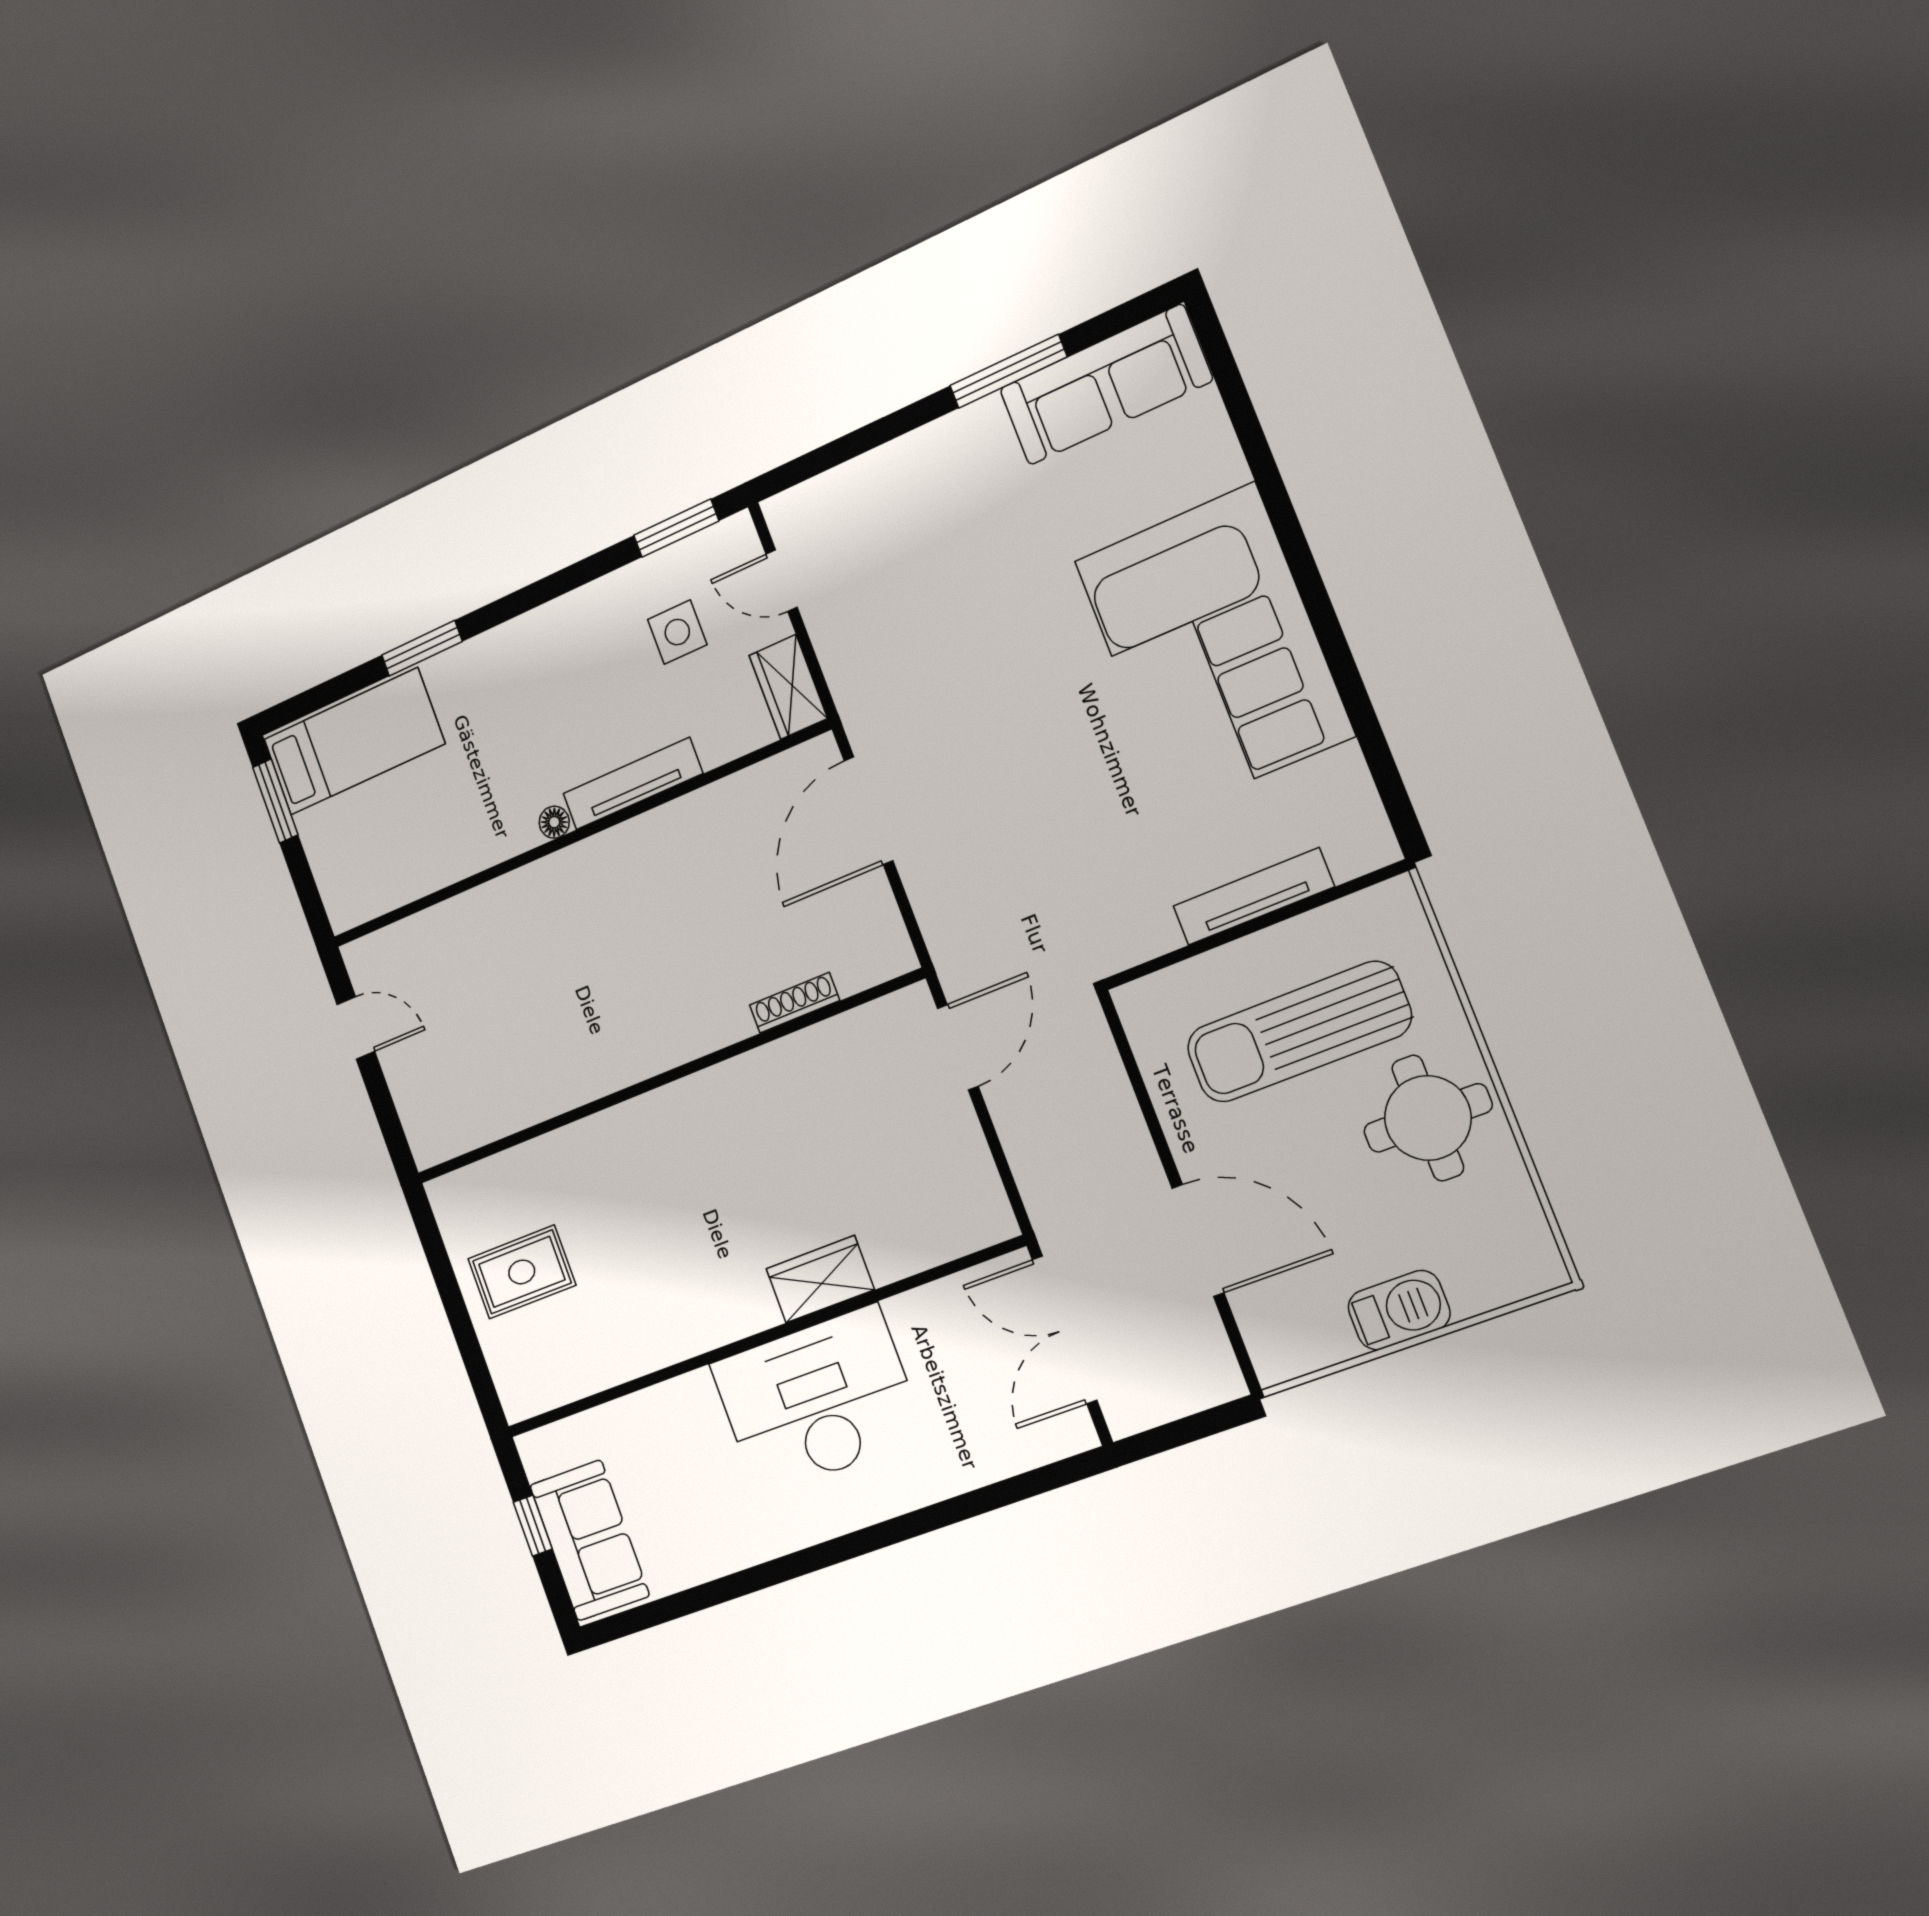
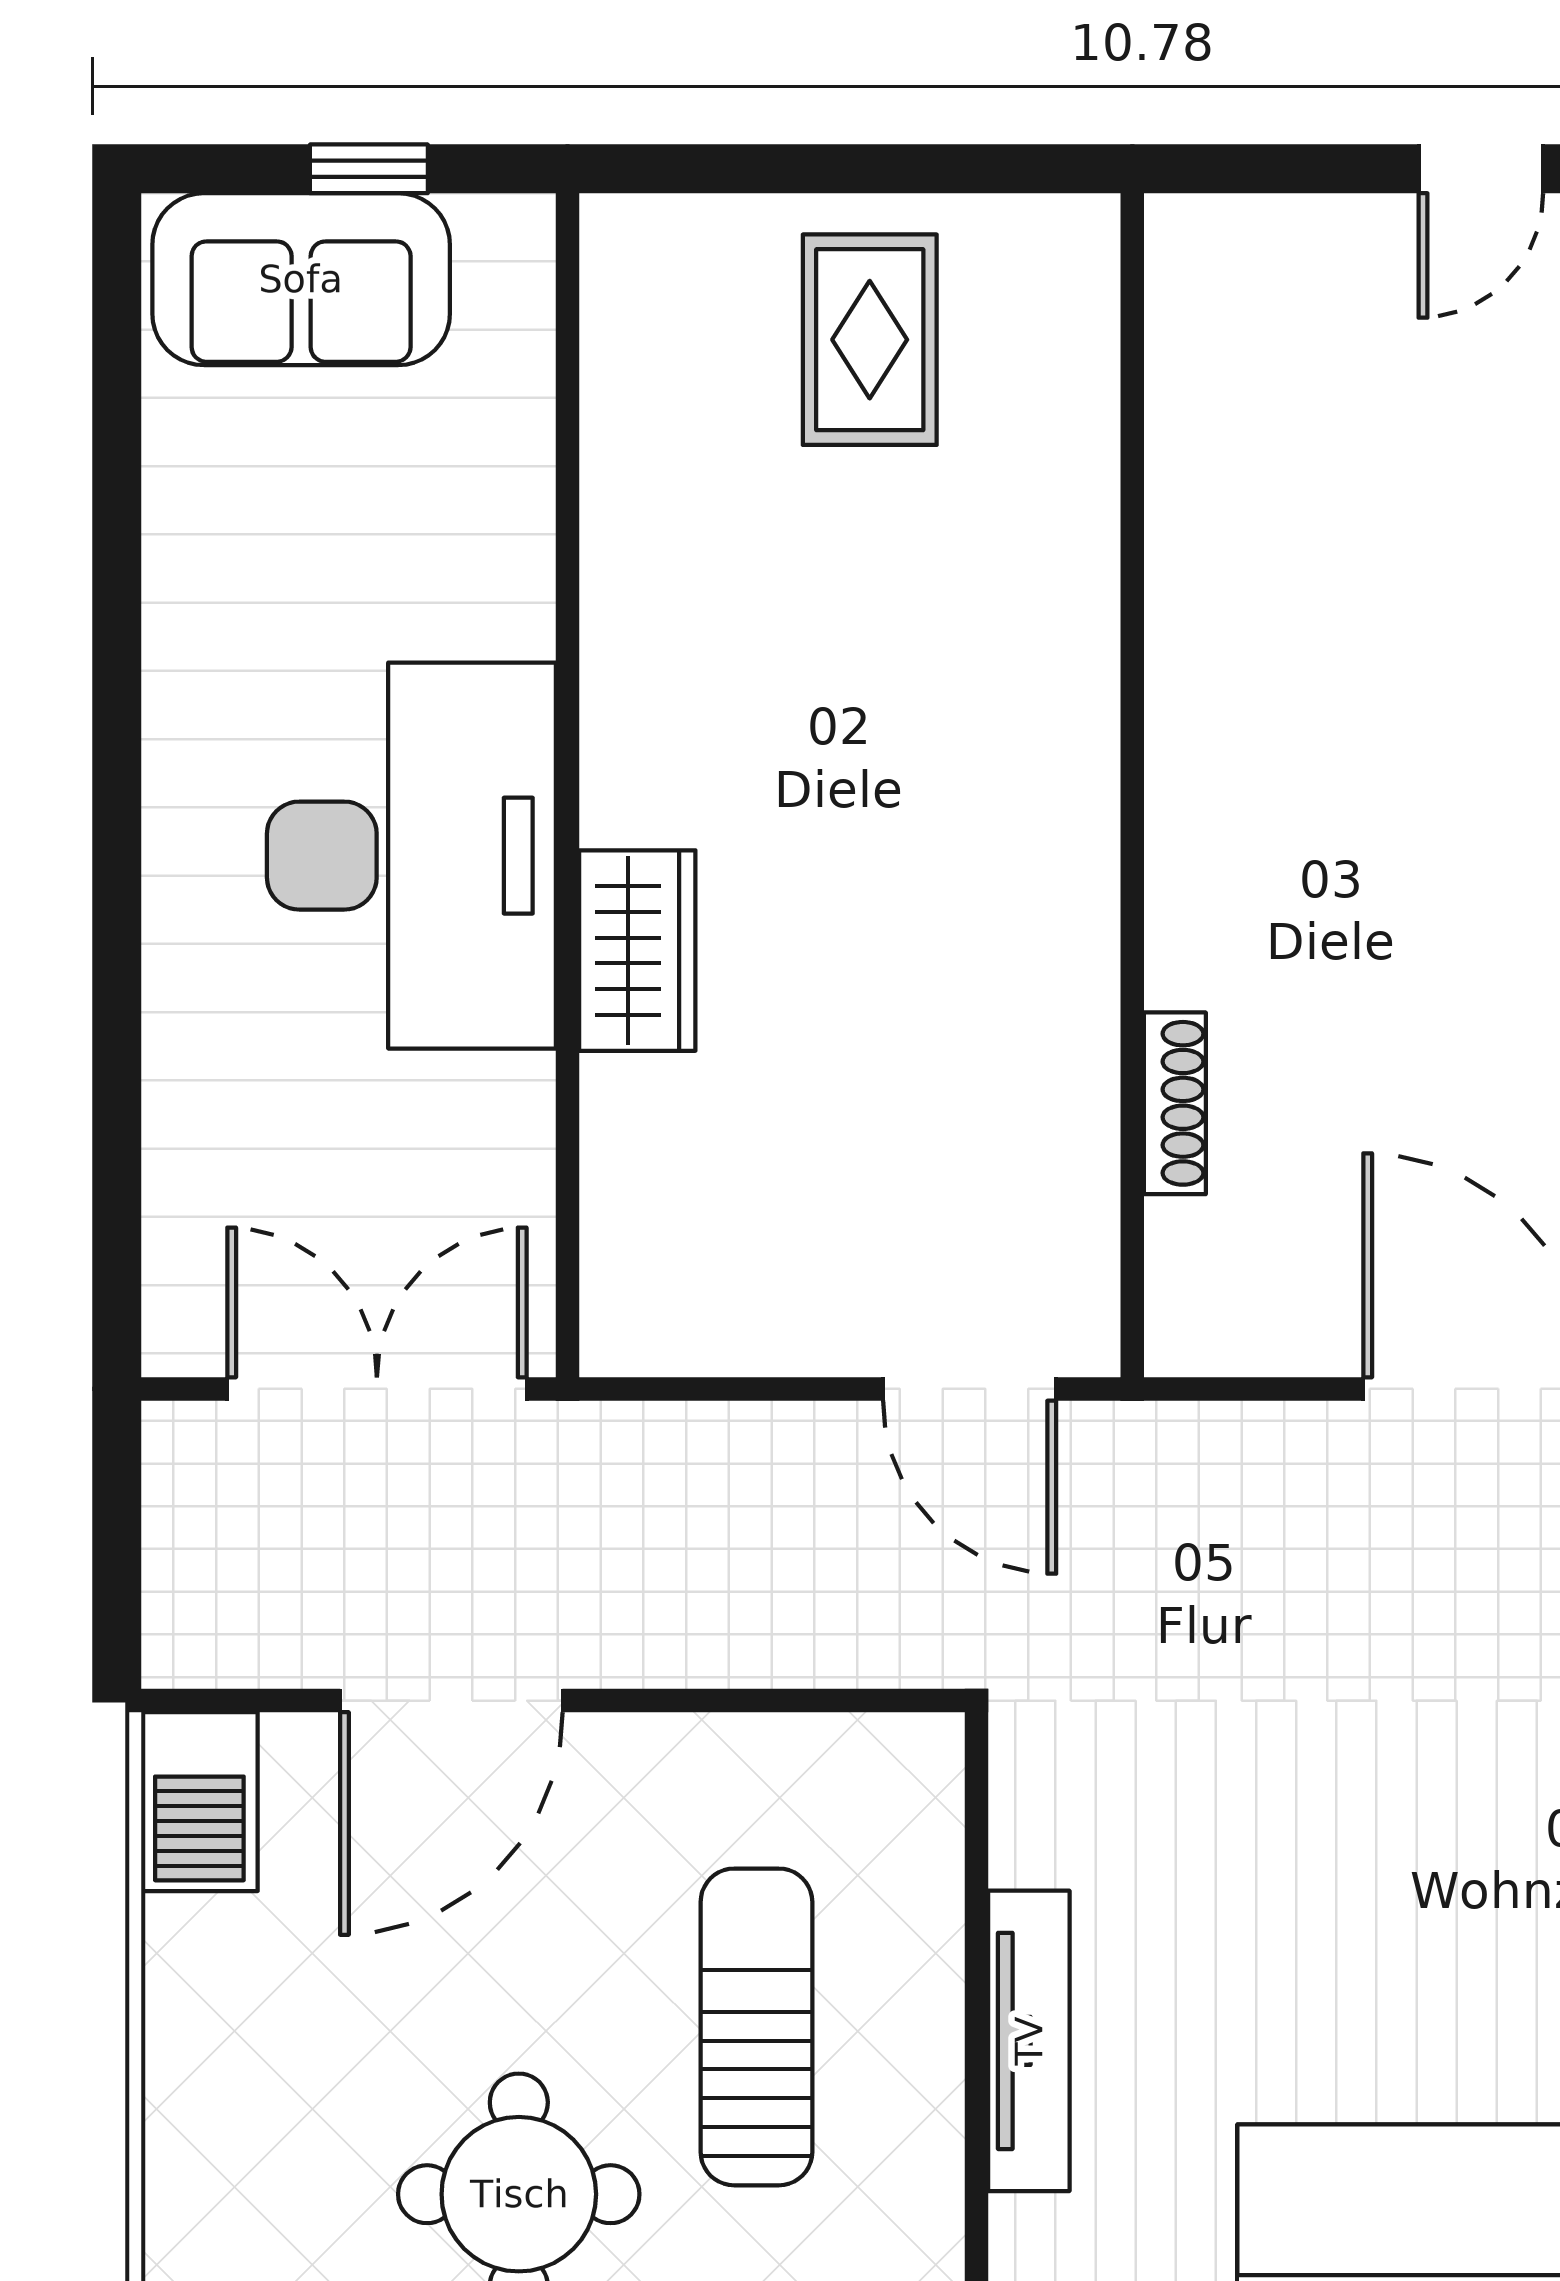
sun lounger: (1299, 1032) -> (756, 2027), width x0.73, depth x0.75
barbecue: (1399, 1310) -> (199, 1802), moved

